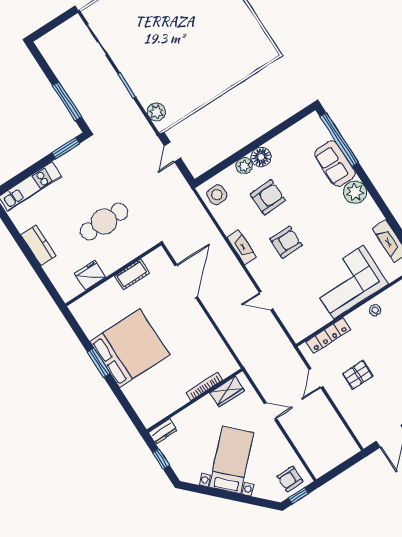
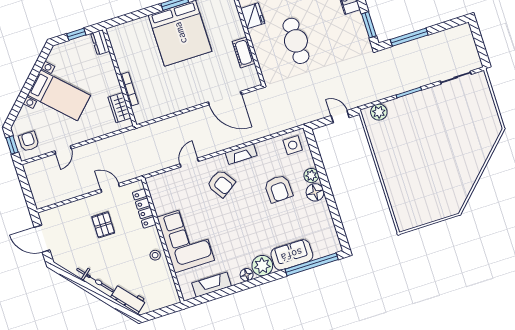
floor lamp: (369, 206) -> (247, 275), added
armchair: (286, 242) -> (221, 183), moved, turned -34
door: (270, 411) -> (63, 150), moved

